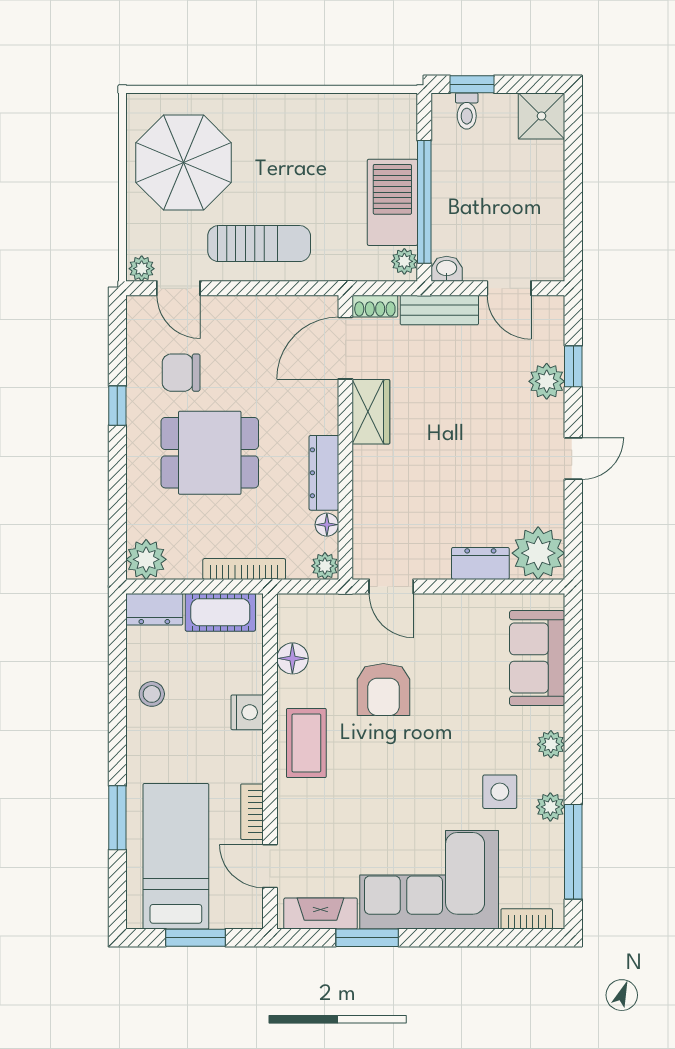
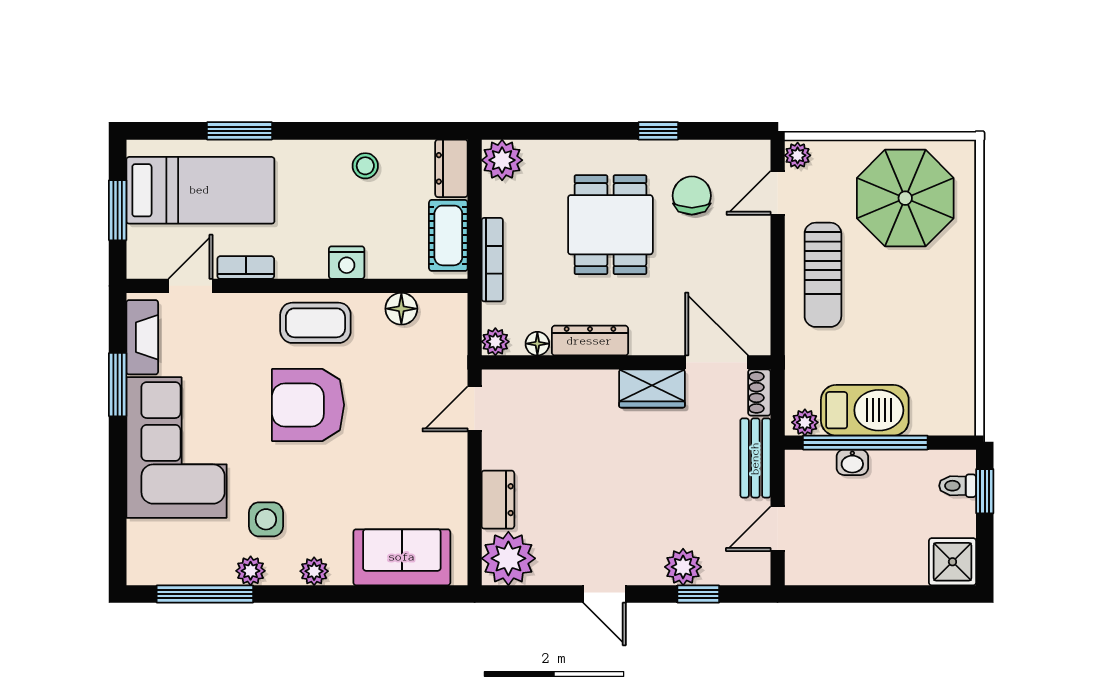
washbasin: (447, 269) -> (852, 462), moved, turned 90
armchair: (383, 690) -> (308, 405), moved, width x1.36, depth x1.36
bookcase: (527, 919) -> (137, 547), removed

